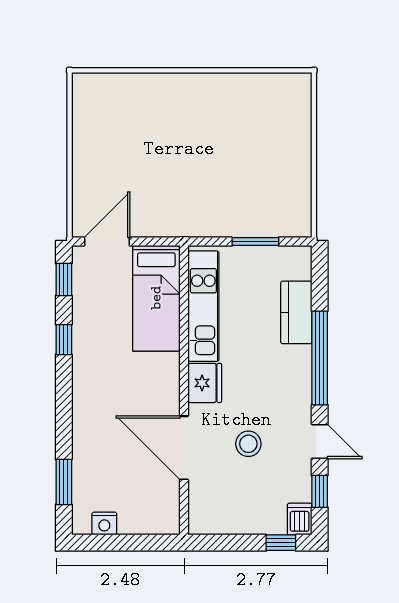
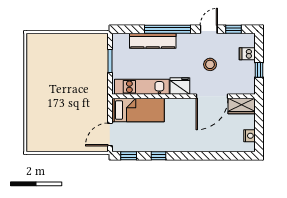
door: (107, 242) -> (110, 134), hinge flipped
kitchen counter: (296, 312) -> (153, 41), width x1.50
window: (64, 482) -> (229, 156), removed
wardrobe: (164, 508) -> (242, 106), added
dishwasher: (300, 519) -> (247, 54), moved
window: (281, 543) -> (259, 70), moved

